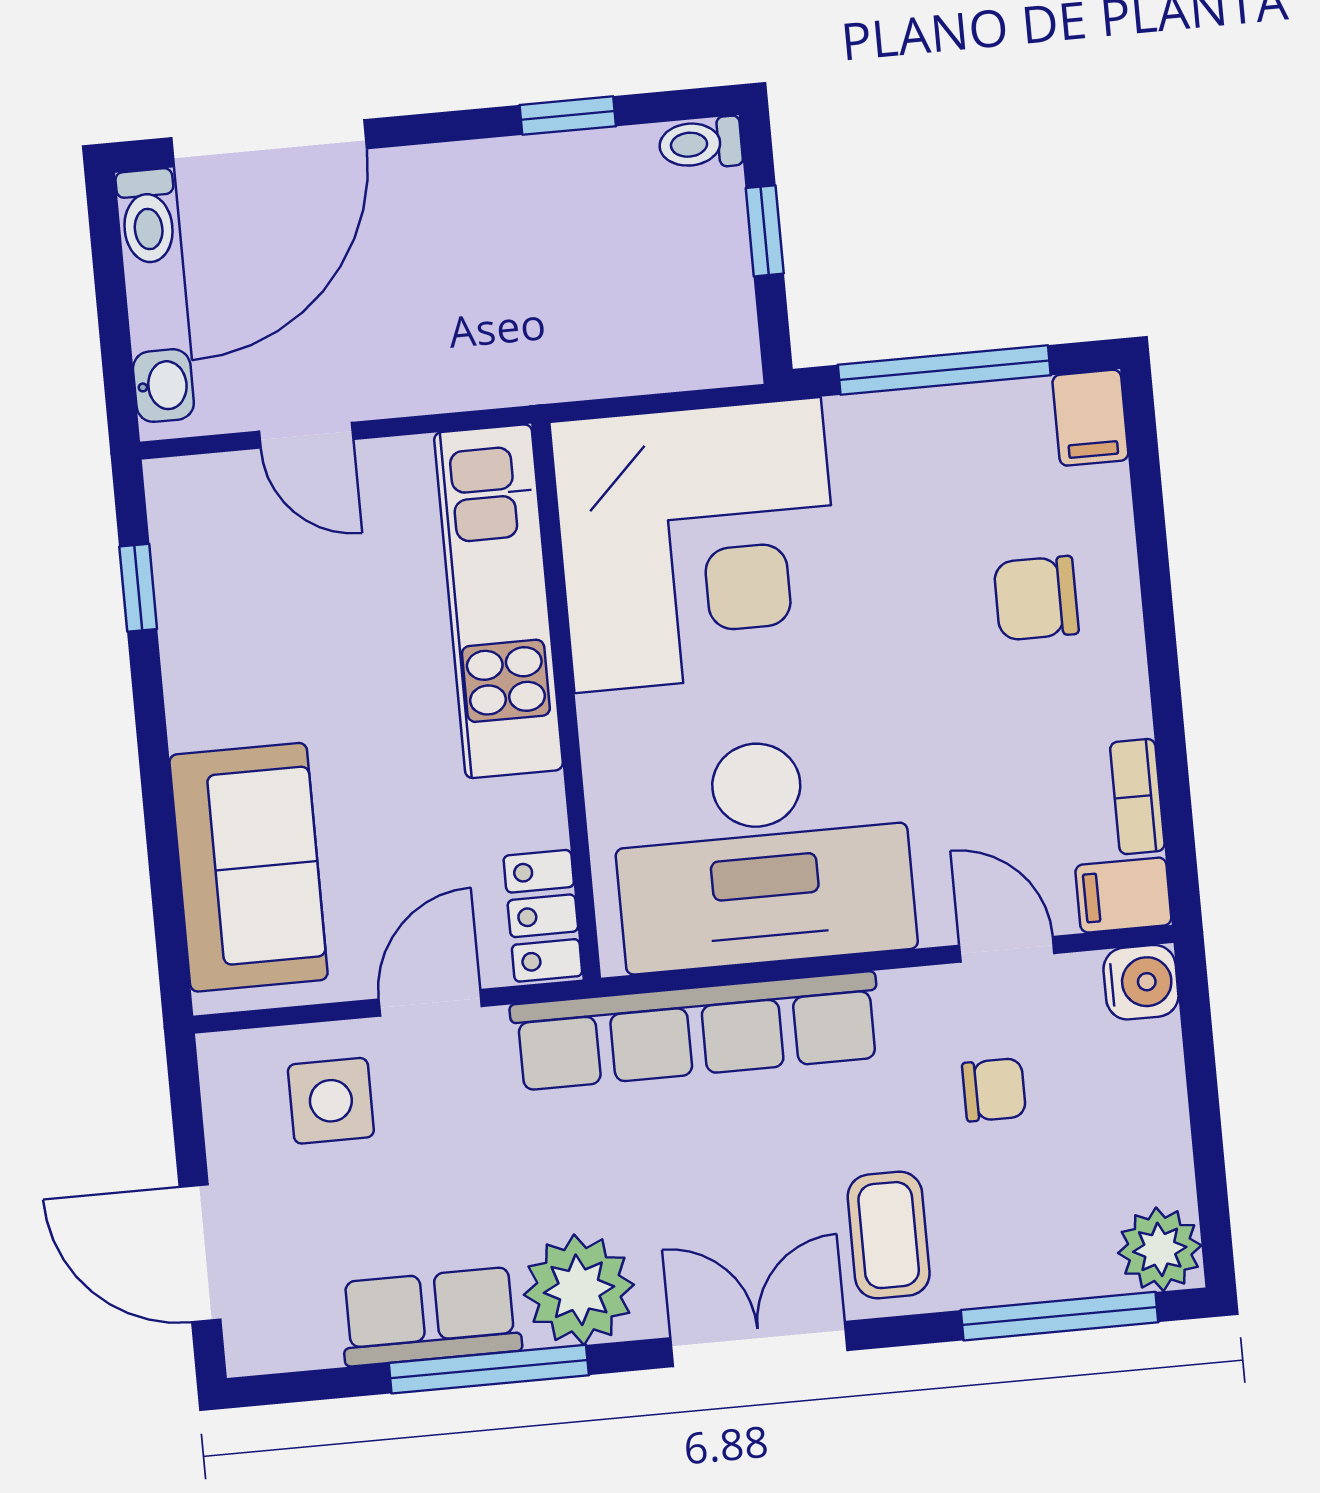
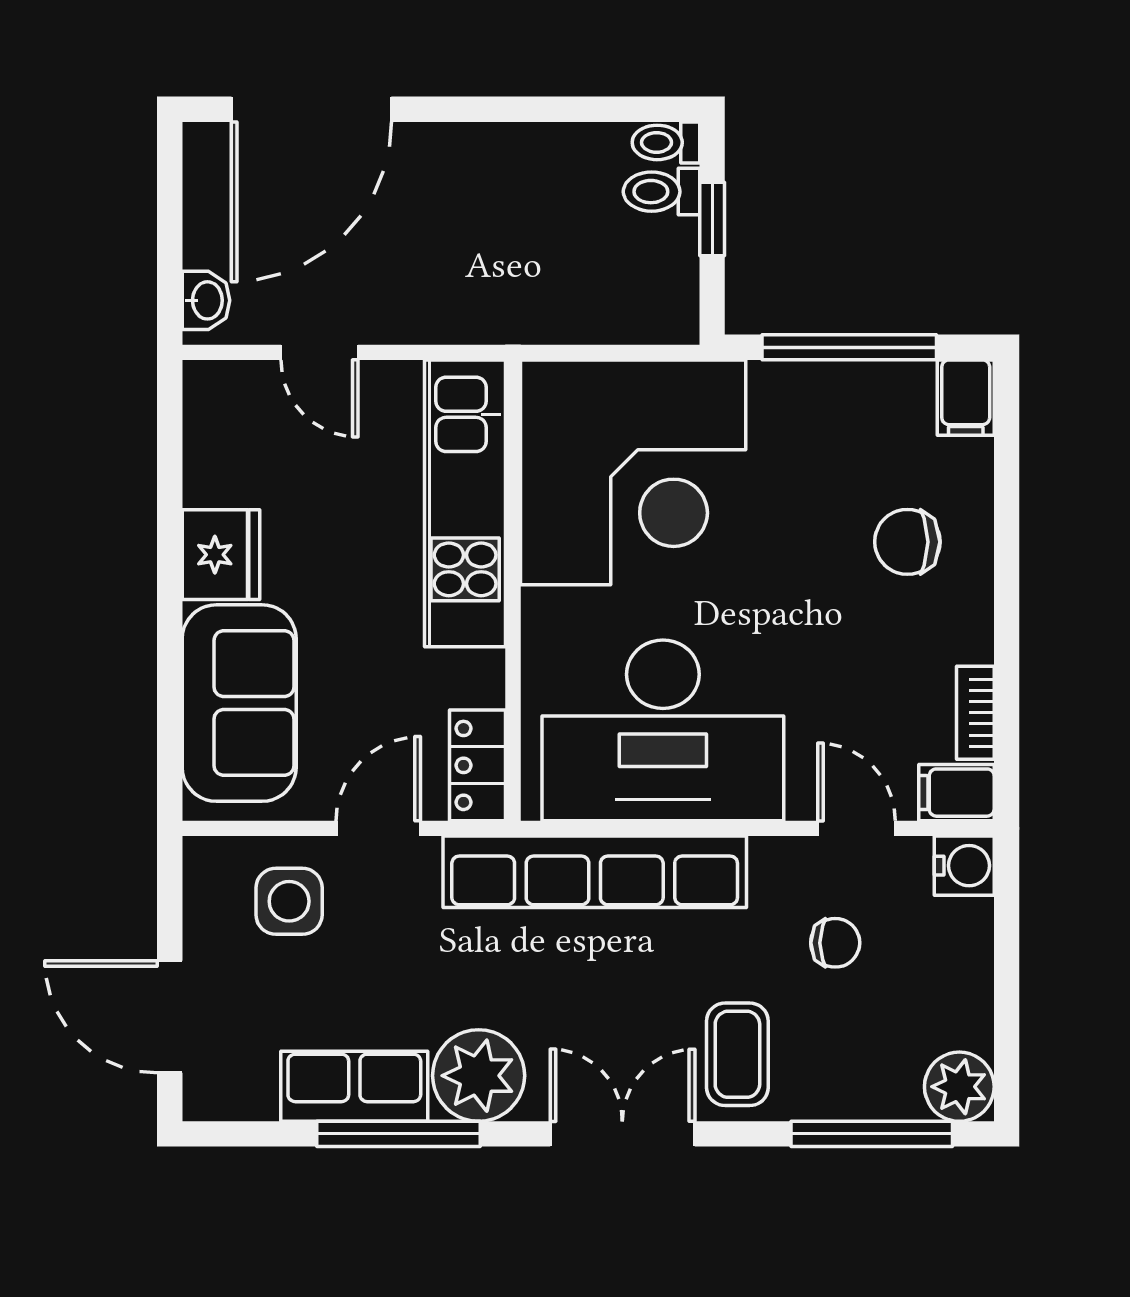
window: (568, 116) -> (559, 109), removed
toilet: (147, 216) -> (662, 192), moved, turned 90
window: (138, 588) -> (170, 465), removed
fridge: (210, 690) -> (221, 555), added

